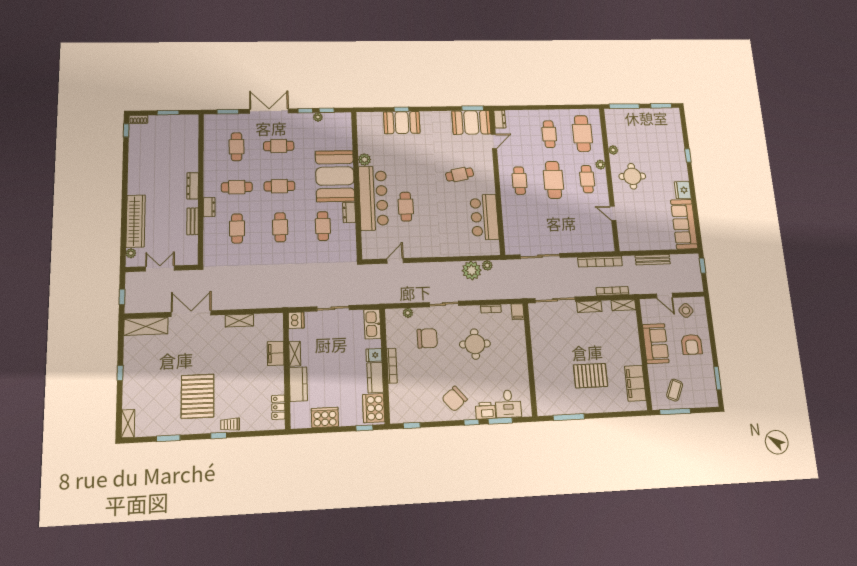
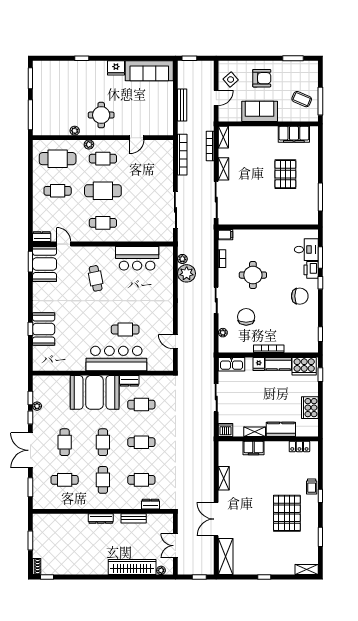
plant: (365, 160) -> (79, 365), removed
dresser: (209, 207) -> (151, 504), moved
pallet: (198, 396) -> (287, 513), turned 90
chair: (455, 399) -> (300, 296), turned -50

